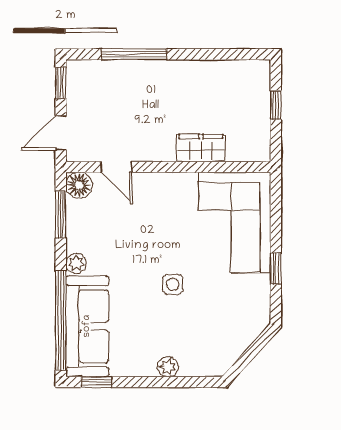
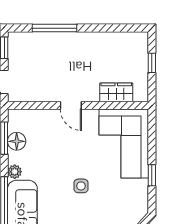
wardrobe: (201, 148) -> (116, 92), moved
door: (116, 167) -> (71, 105), moved
floor lamp: (79, 185) -> (17, 141), moved

